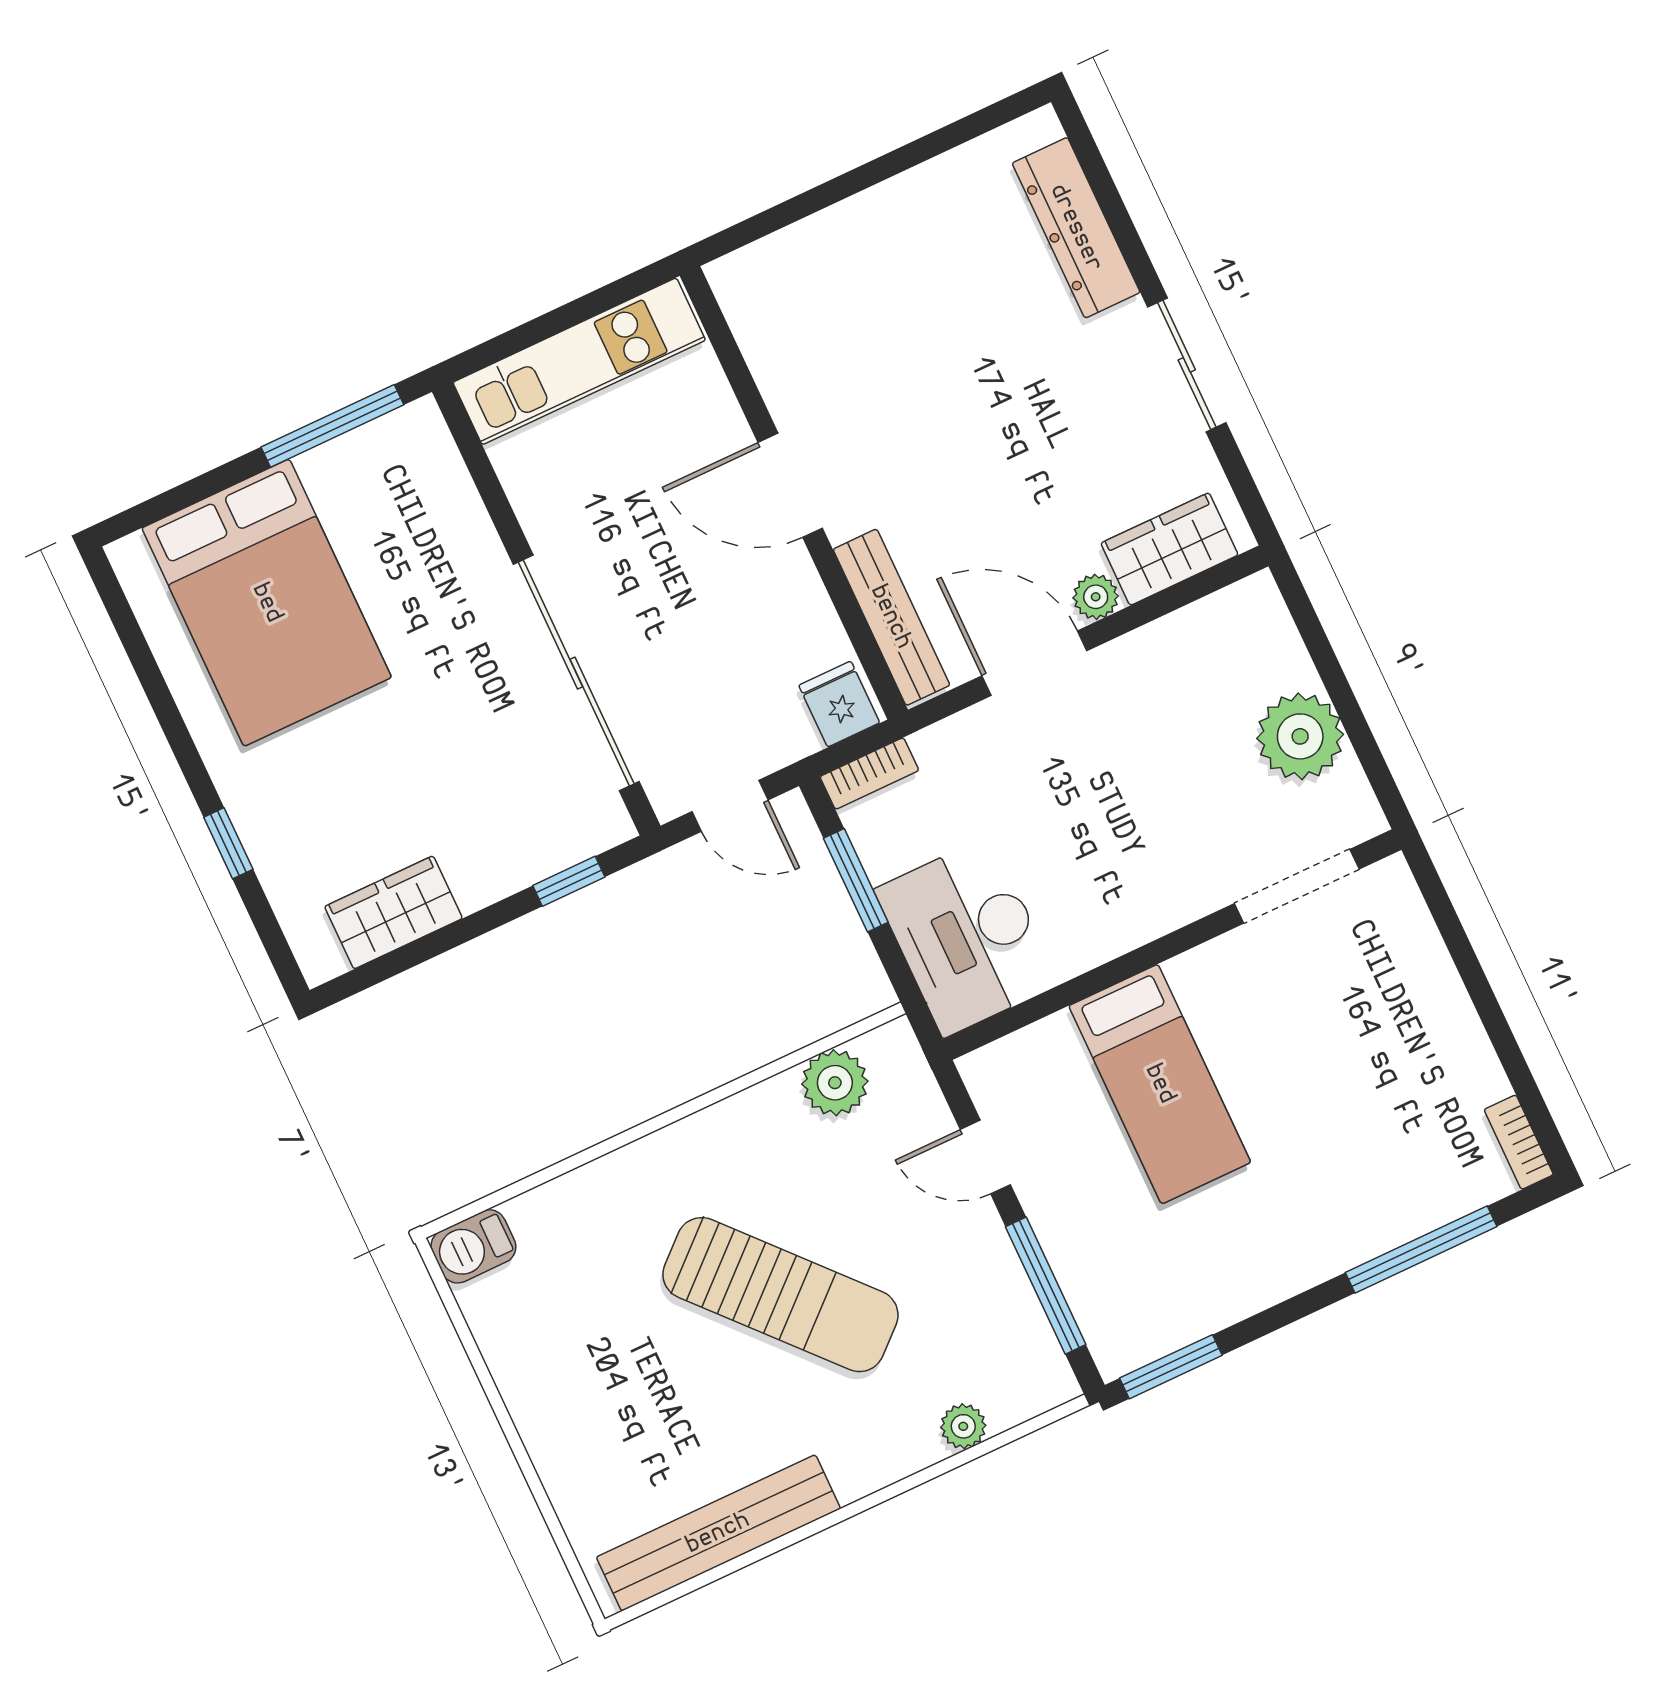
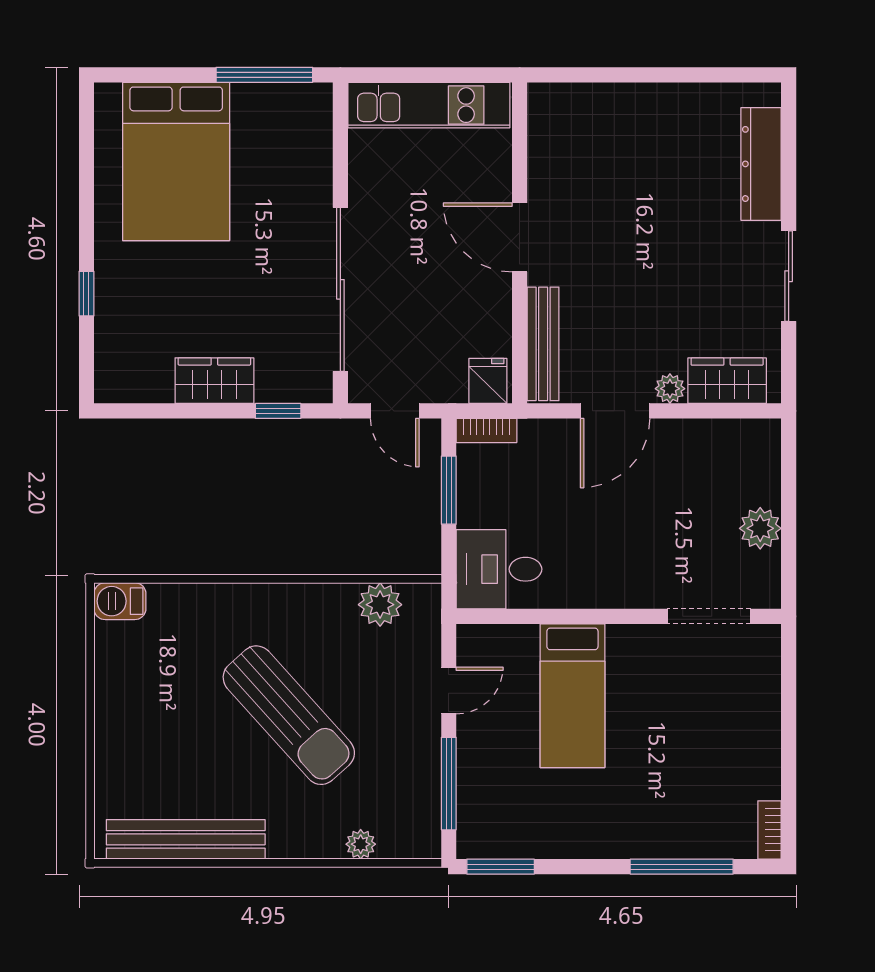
door: (1034, 663) -> (615, 411), swing flipped
plant: (1300, 736) -> (760, 528), width x0.73, depth x0.73
wardrobe: (393, 912) -> (214, 381), moved
desk: (967, 937) -> (499, 569), width x0.73
door: (985, 1157) -> (449, 690), swing flipped

